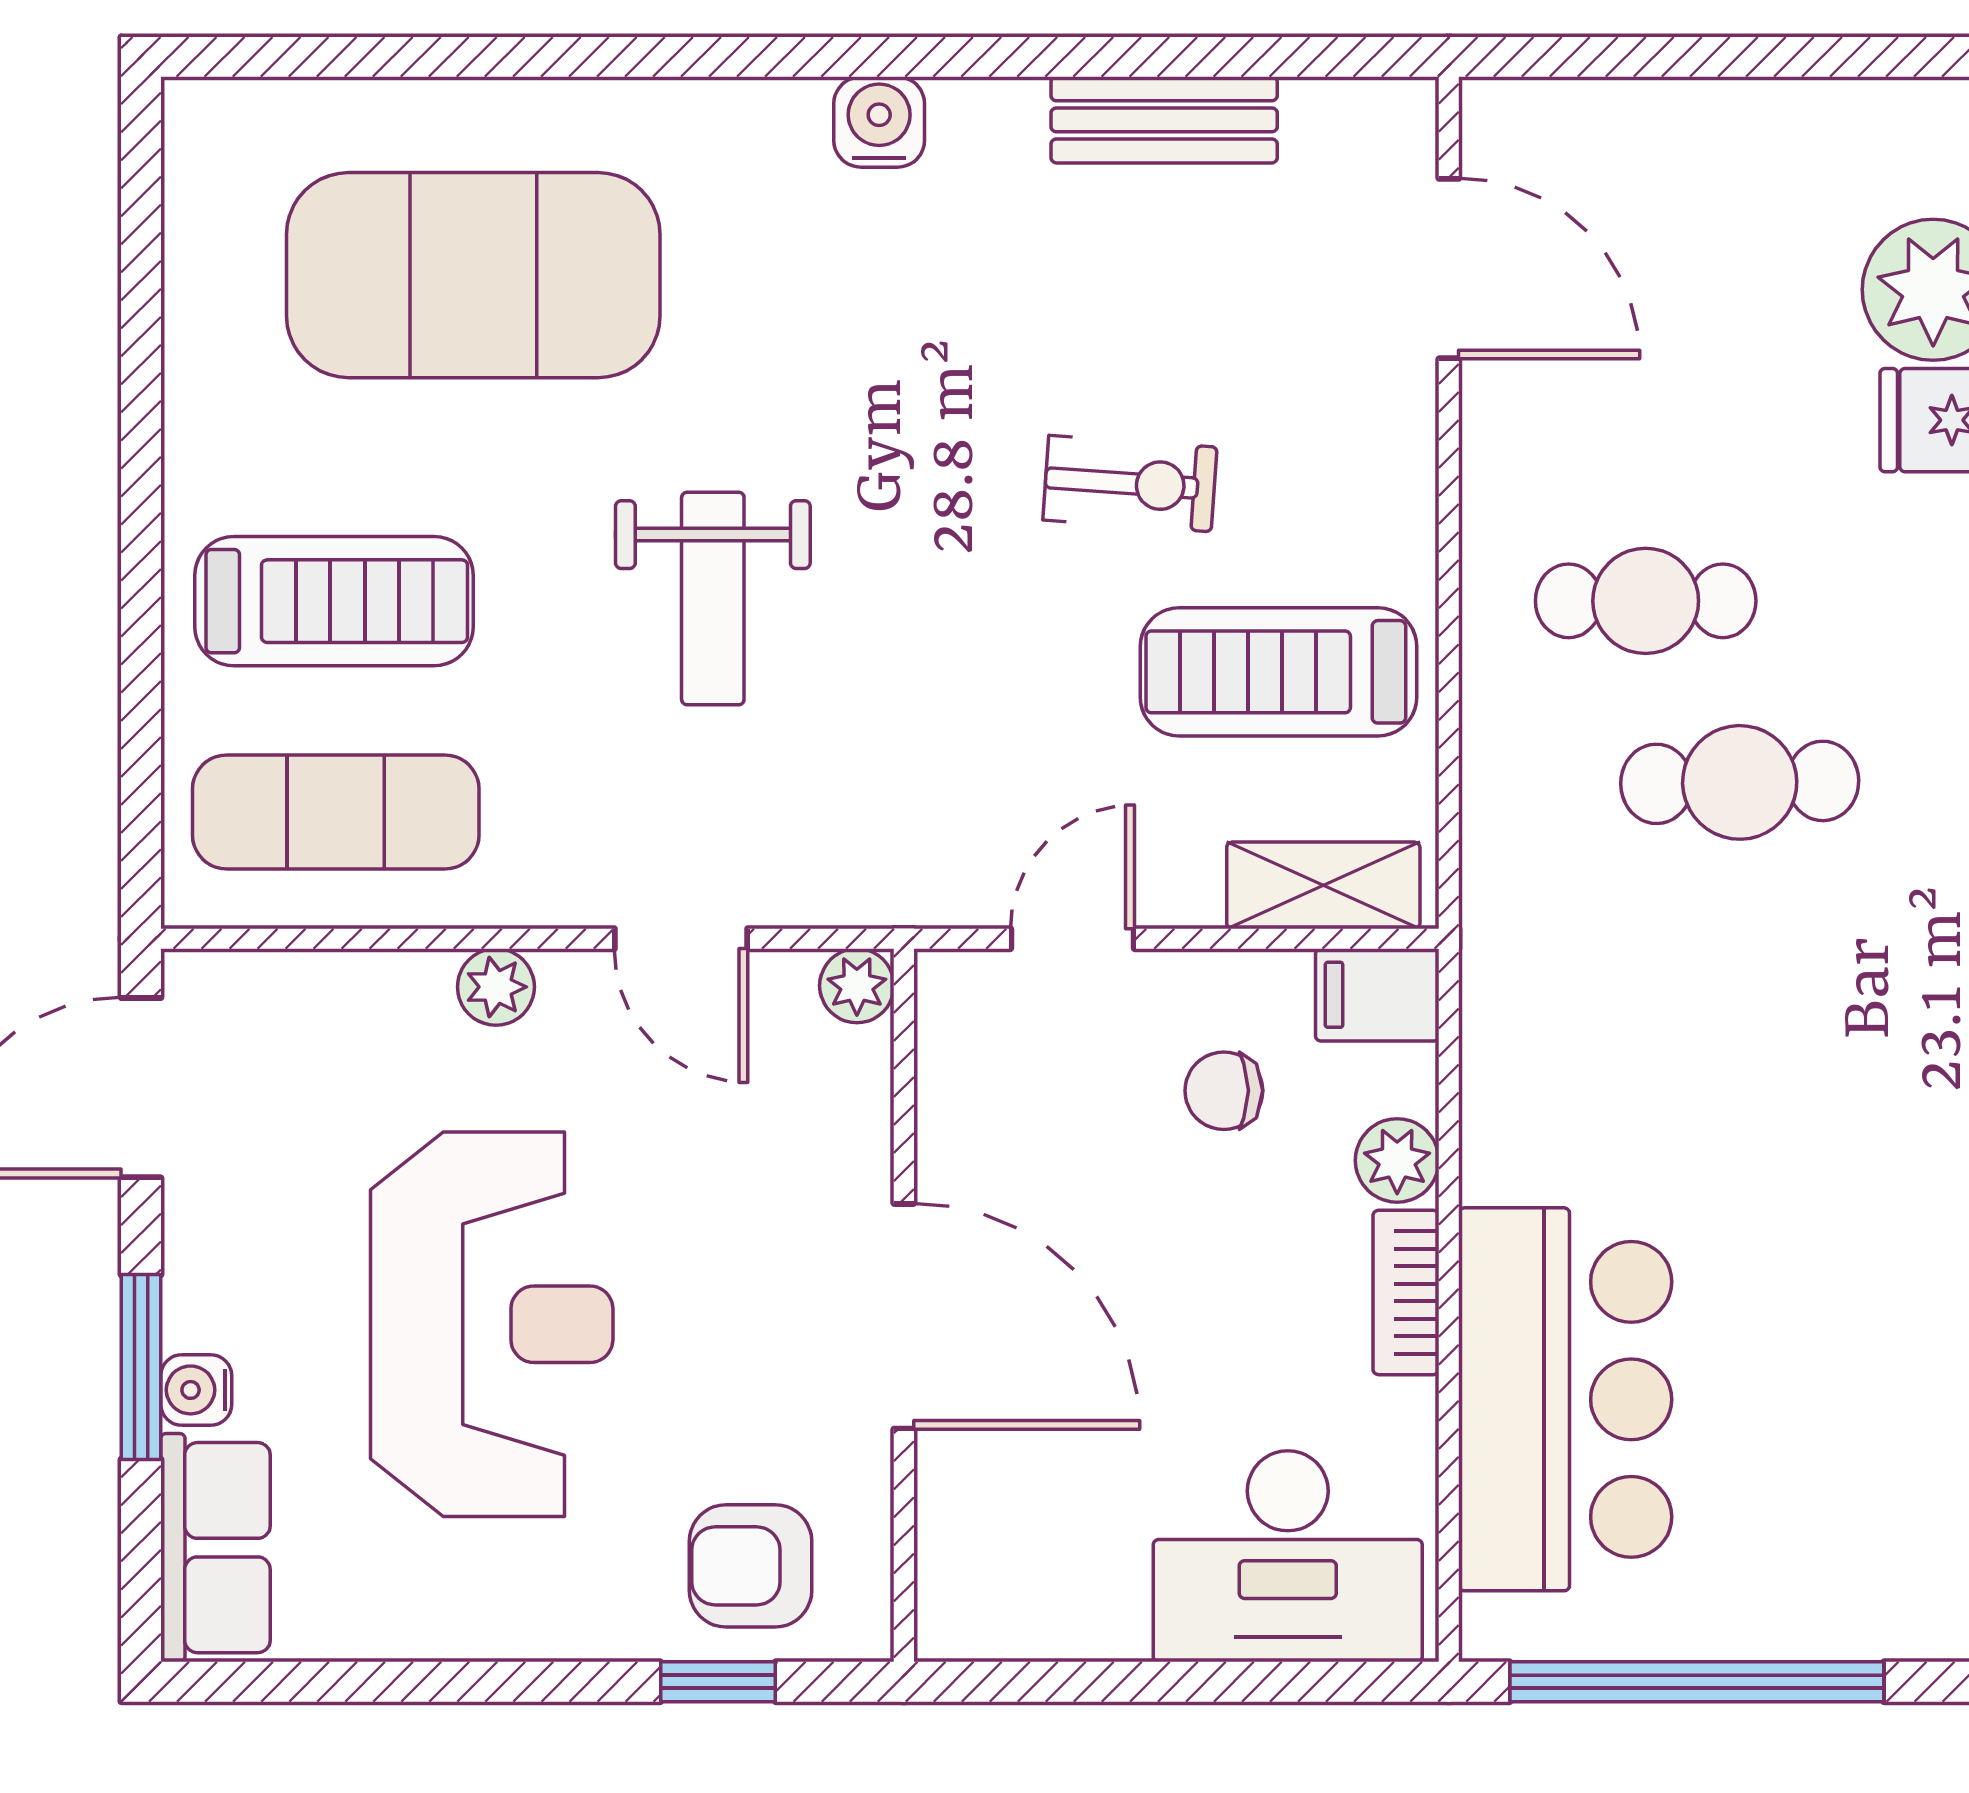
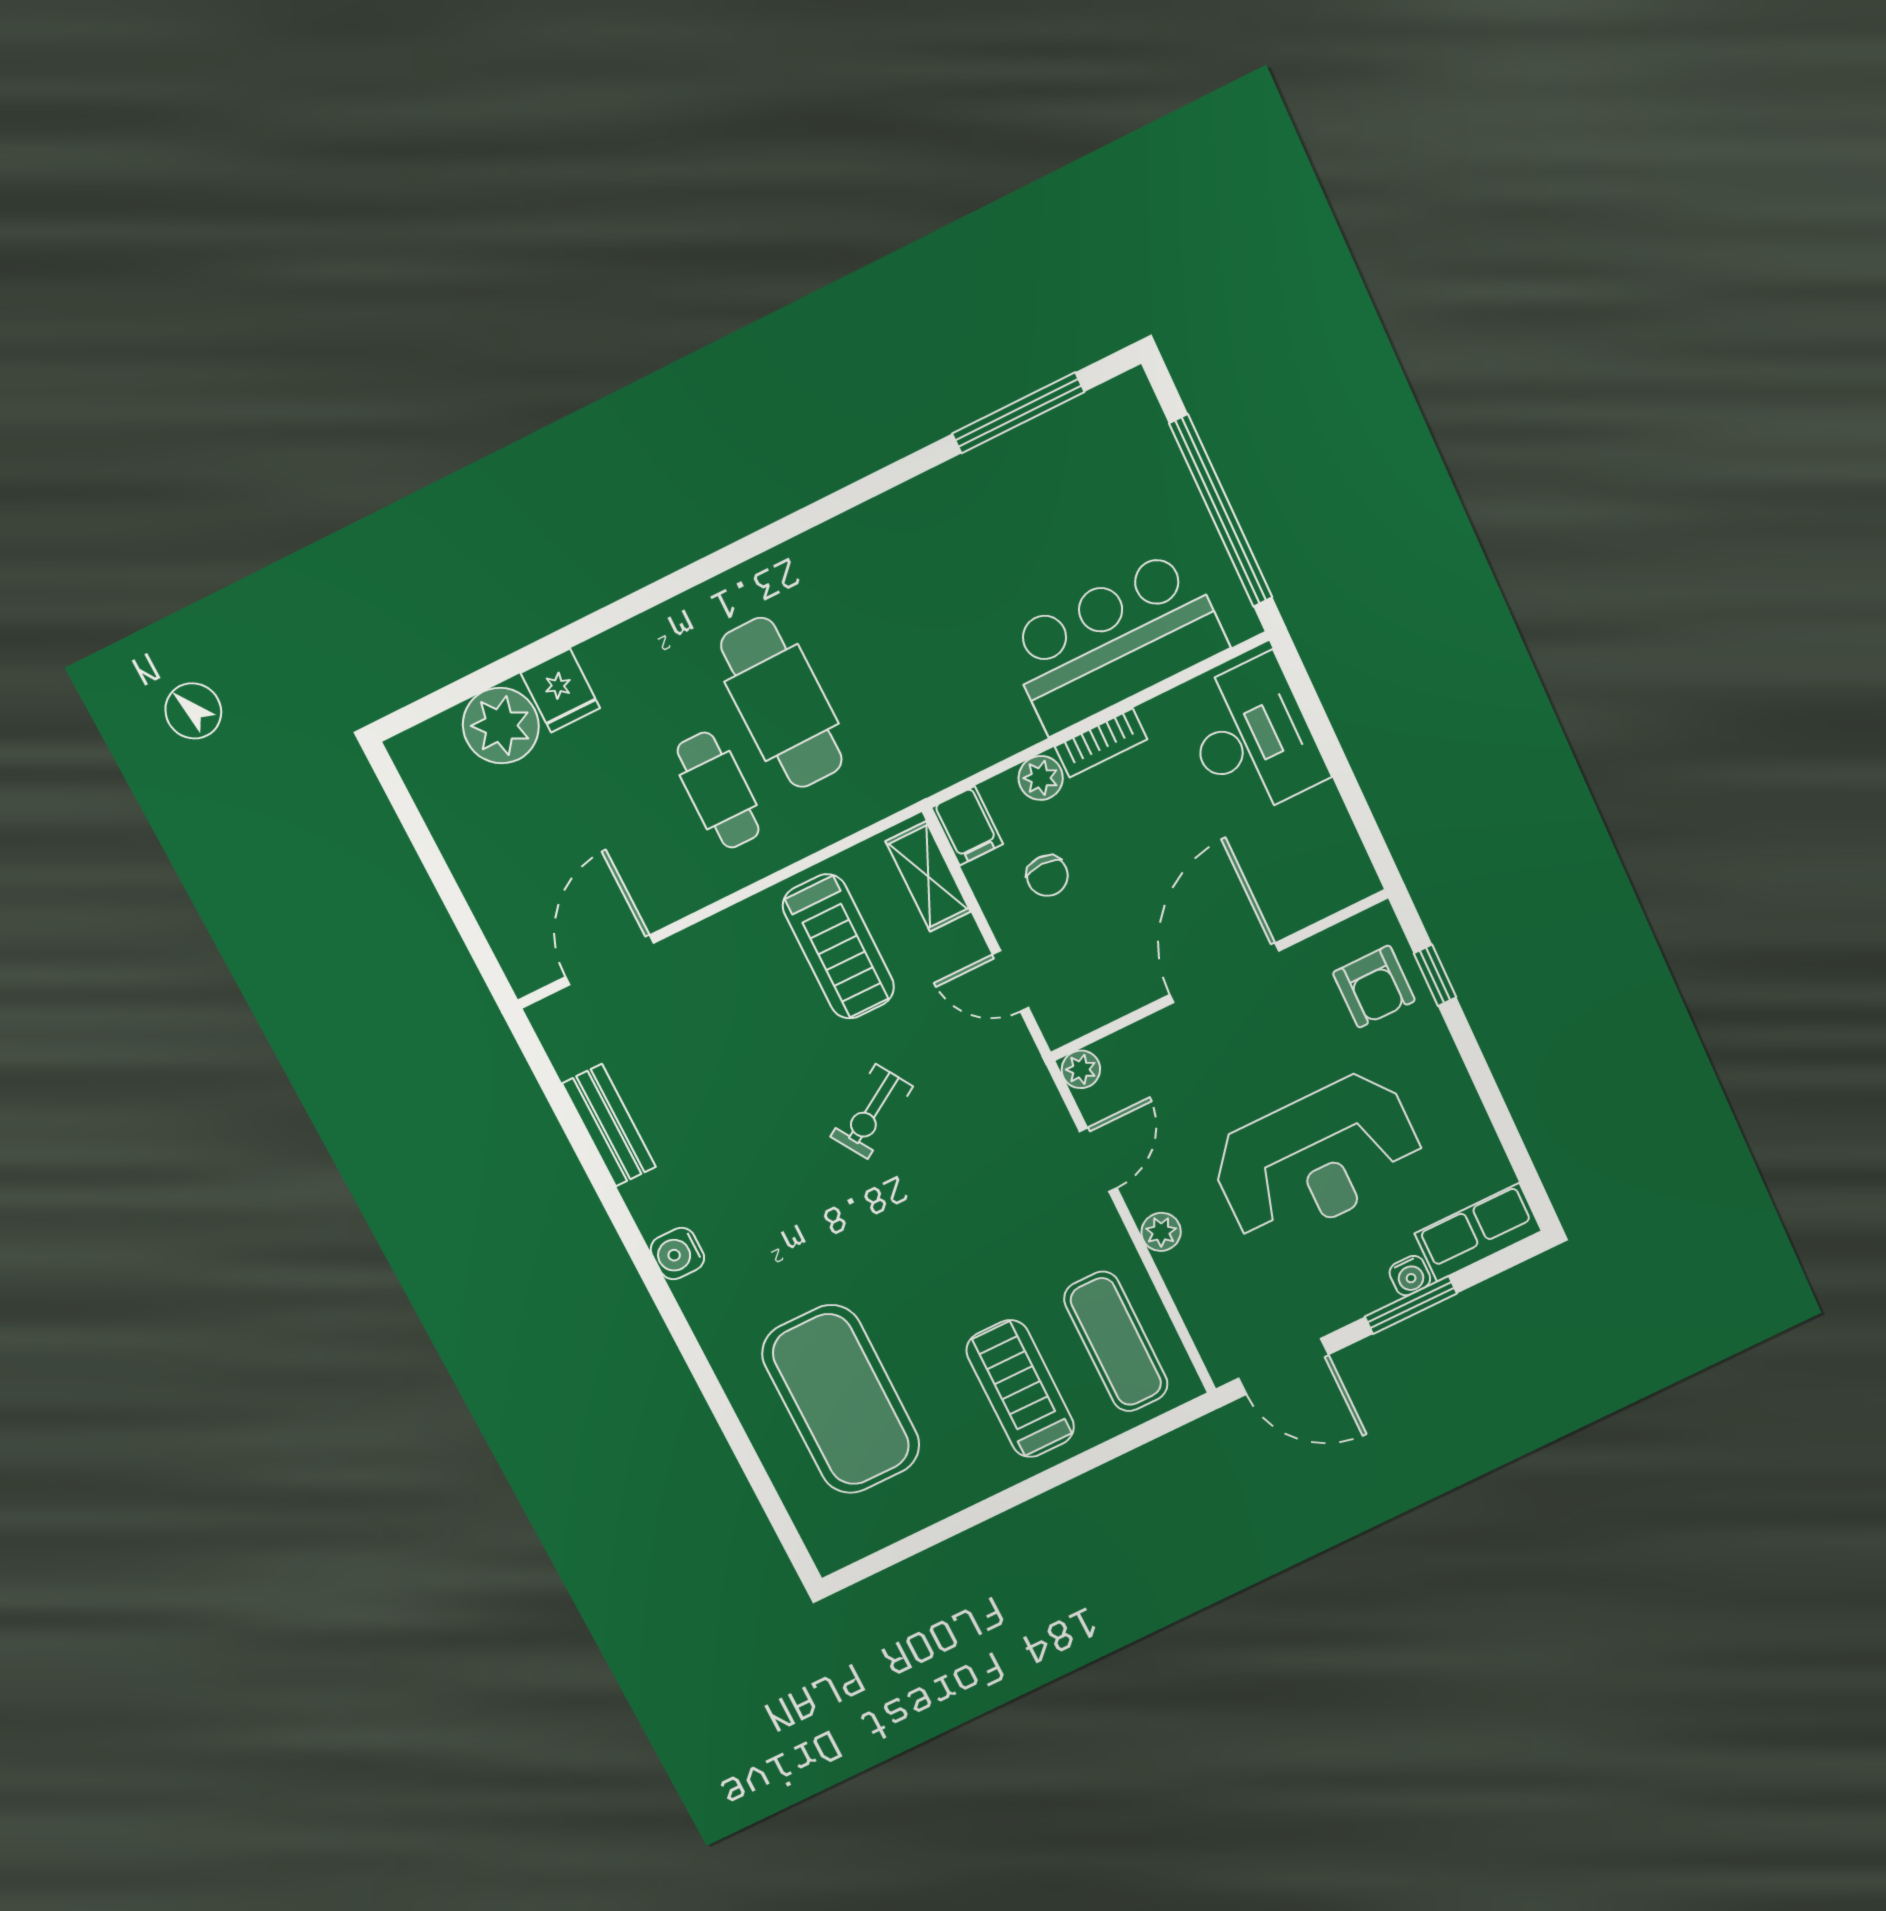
exercise bike: (1130, 484) -> (872, 1111), moved, turned -126
weight bench: (713, 598) -> (934, 1222), removed
cafe table: (1740, 782) -> (782, 703), width x1.37, depth x1.35
reception desk: (492, 1324) -> (1317, 1159), turned 180

